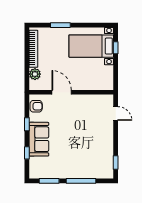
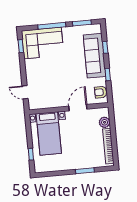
bed with nightstands: (91, 46) -> (49, 133), moved, turned 90
door: (62, 92) -> (78, 108), swing flipped
sofa: (39, 139) -> (95, 56), width x1.36
corner sofa: (92, 164) -> (43, 43), added

